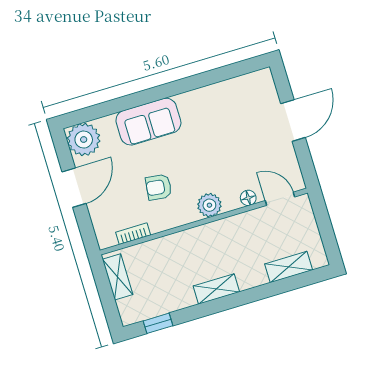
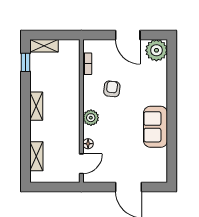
sofa: (148, 122) -> (156, 127), moved
shelving: (118, 277) -> (44, 46), moved

